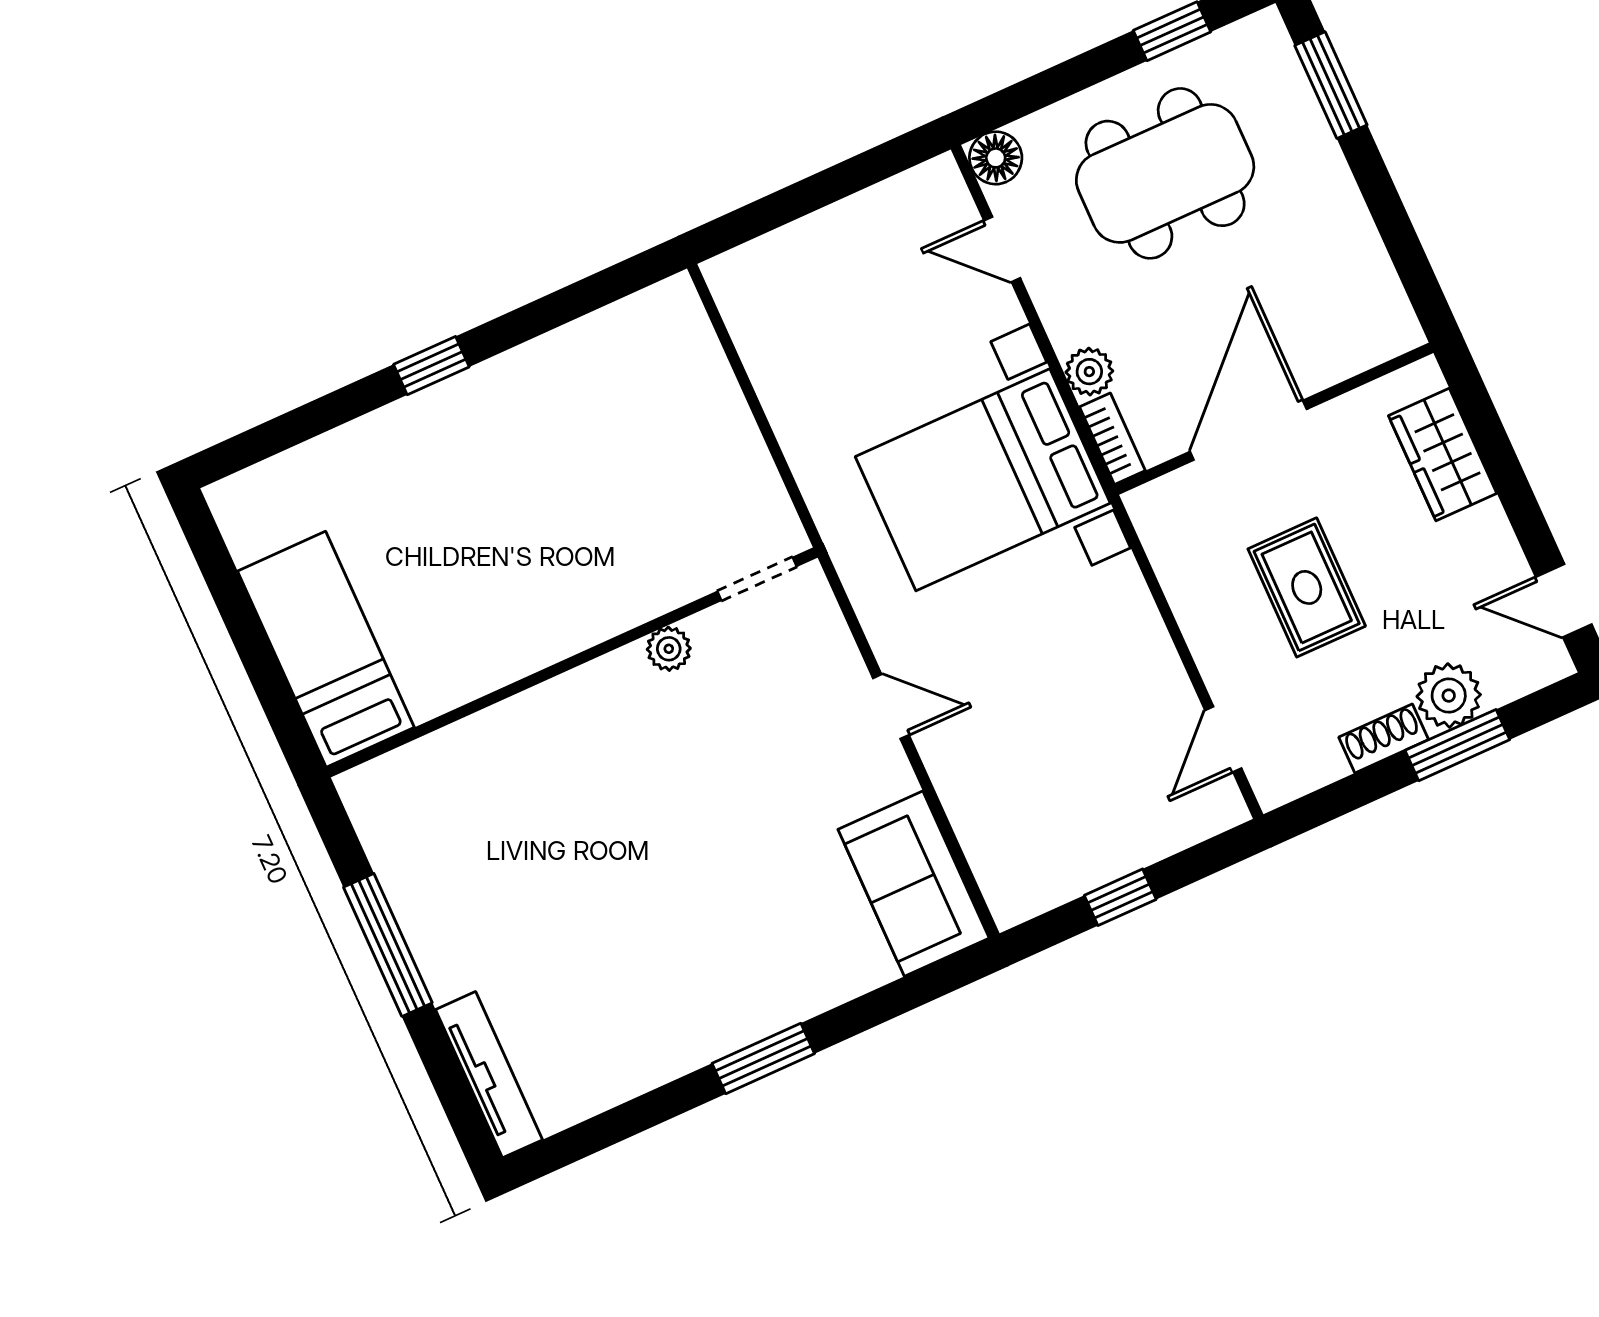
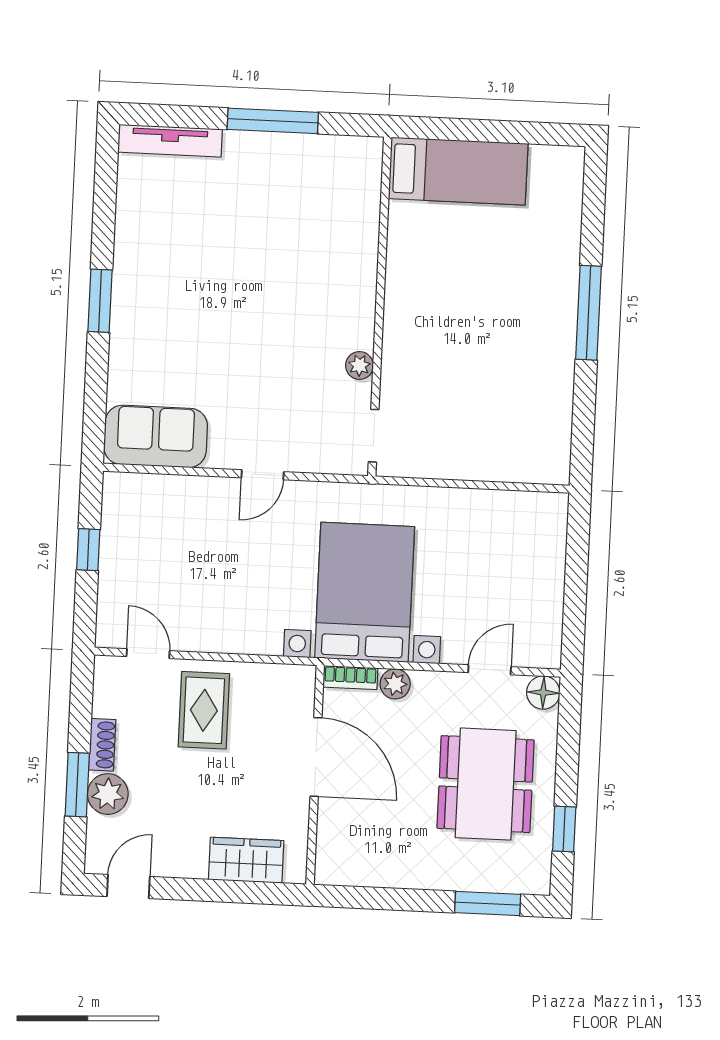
window: (431, 366) -> (589, 313), width x2.17
rug: (1307, 587) -> (204, 710), moved, turned 90

